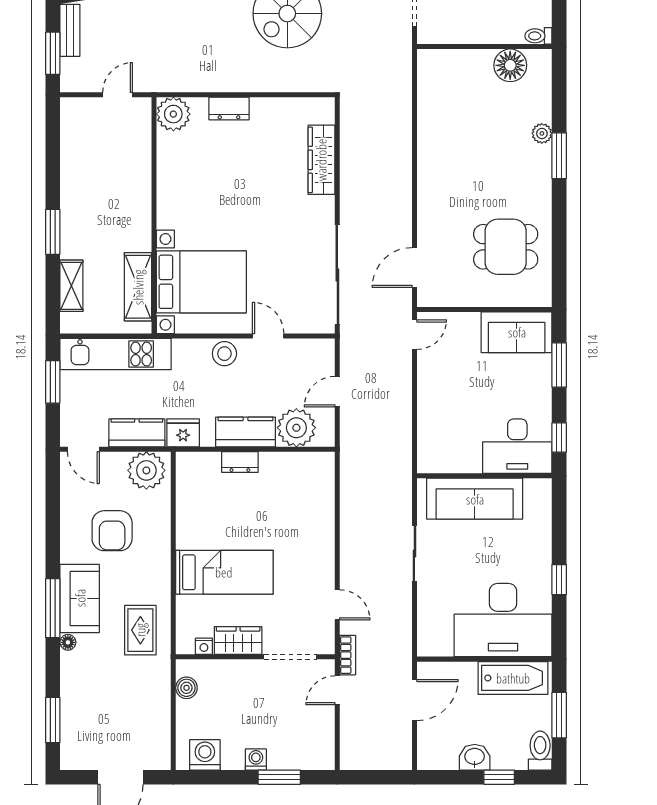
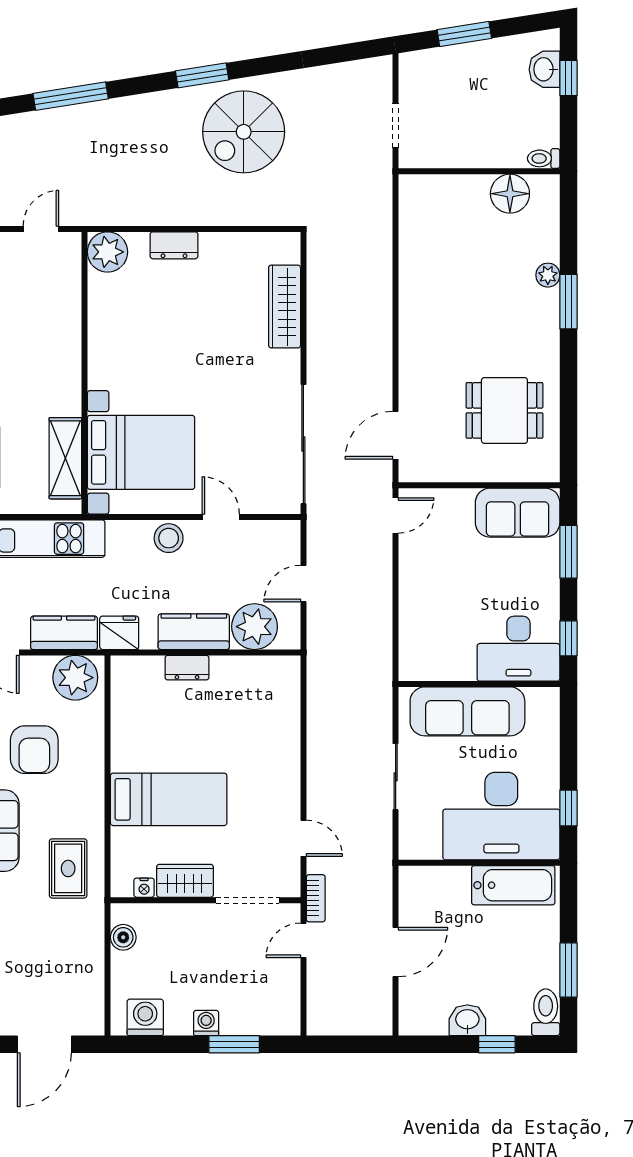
desk: (503, 620) -> (501, 816), moved
wall: (484, 659) -> (479, 863), moved
bathtub: (513, 678) -> (513, 885), moved

